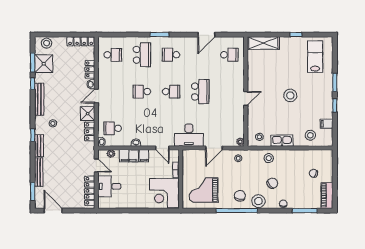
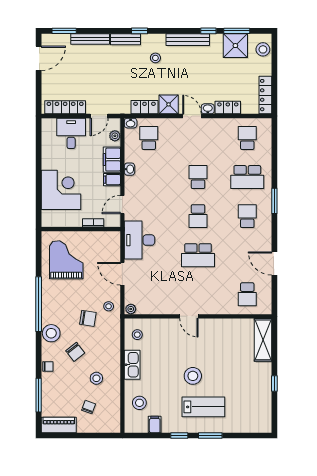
school desk: (113, 55) -> (247, 138), turned 180
lab bench: (315, 57) -> (203, 407), moved
stool: (269, 158) -> (96, 378), moved
corner desk: (164, 193) -> (61, 190), moved, turned 90
chair: (240, 196) -> (88, 318), moved

